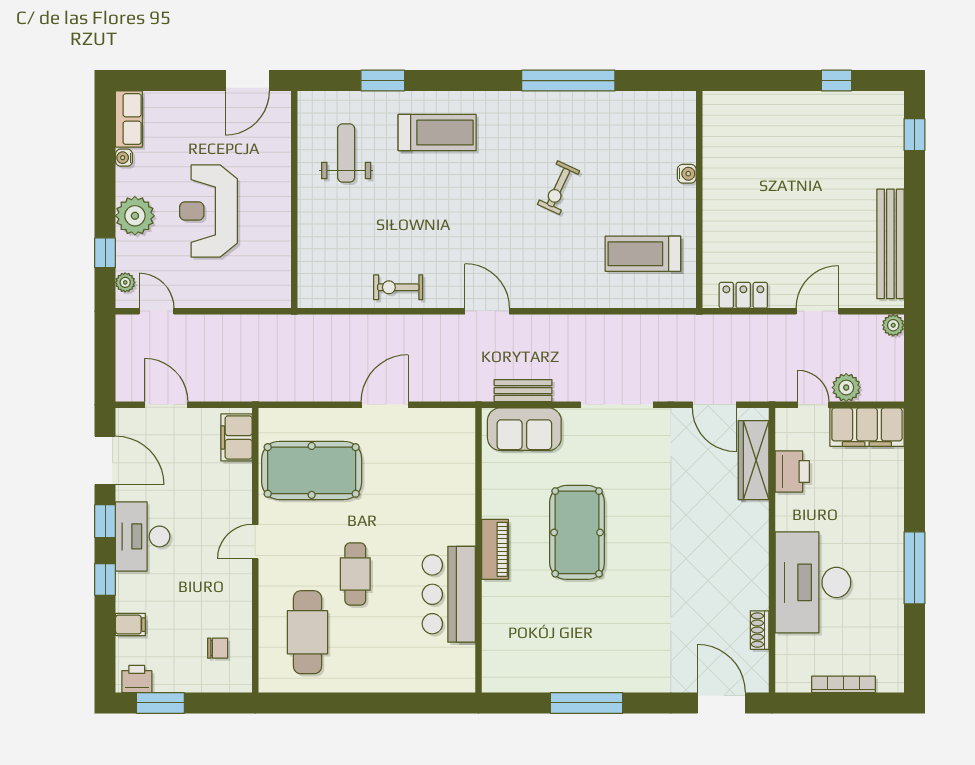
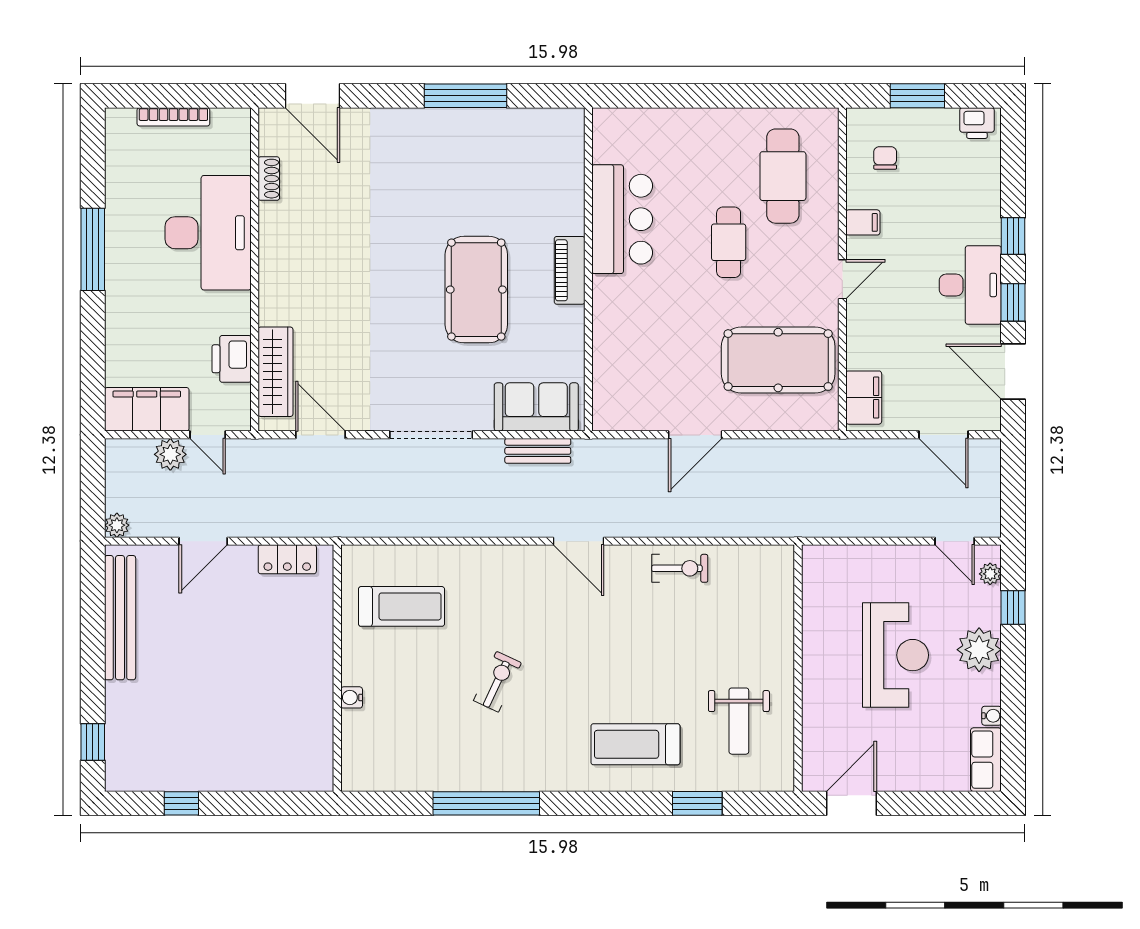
filing cabinet: (130, 625) -> (863, 222), moved, turned 180
chair: (218, 648) -> (885, 158), turned 90
window: (160, 703) -> (917, 96), moved

